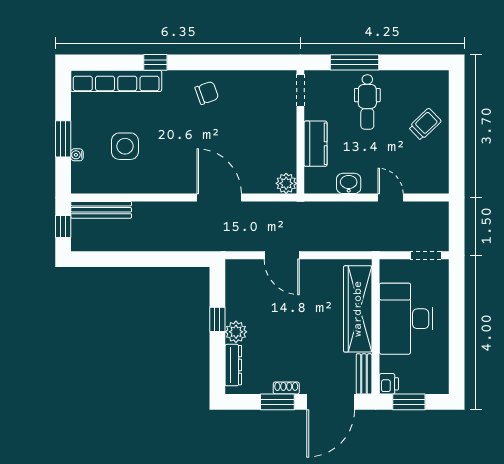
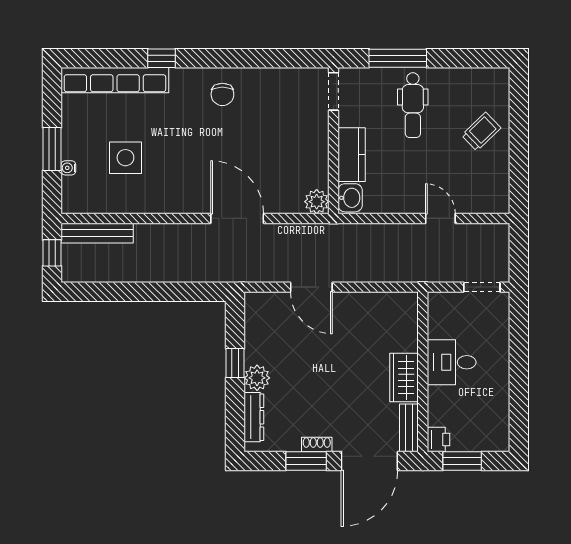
chair: (207, 93) -> (222, 94), turned 110
washbasin: (349, 183) -> (350, 198), moved, turned 90
wardrobe: (358, 309) -> (404, 377), width x0.48, depth x0.85
desk: (406, 319) -> (452, 362), width x0.53, depth x0.77

